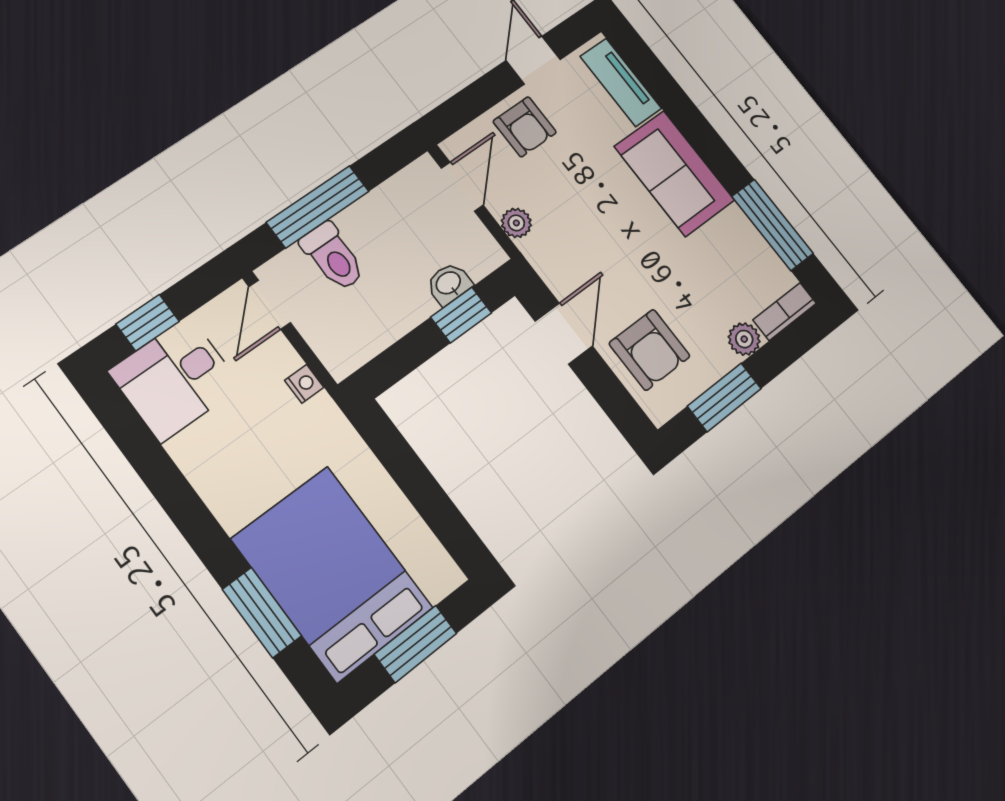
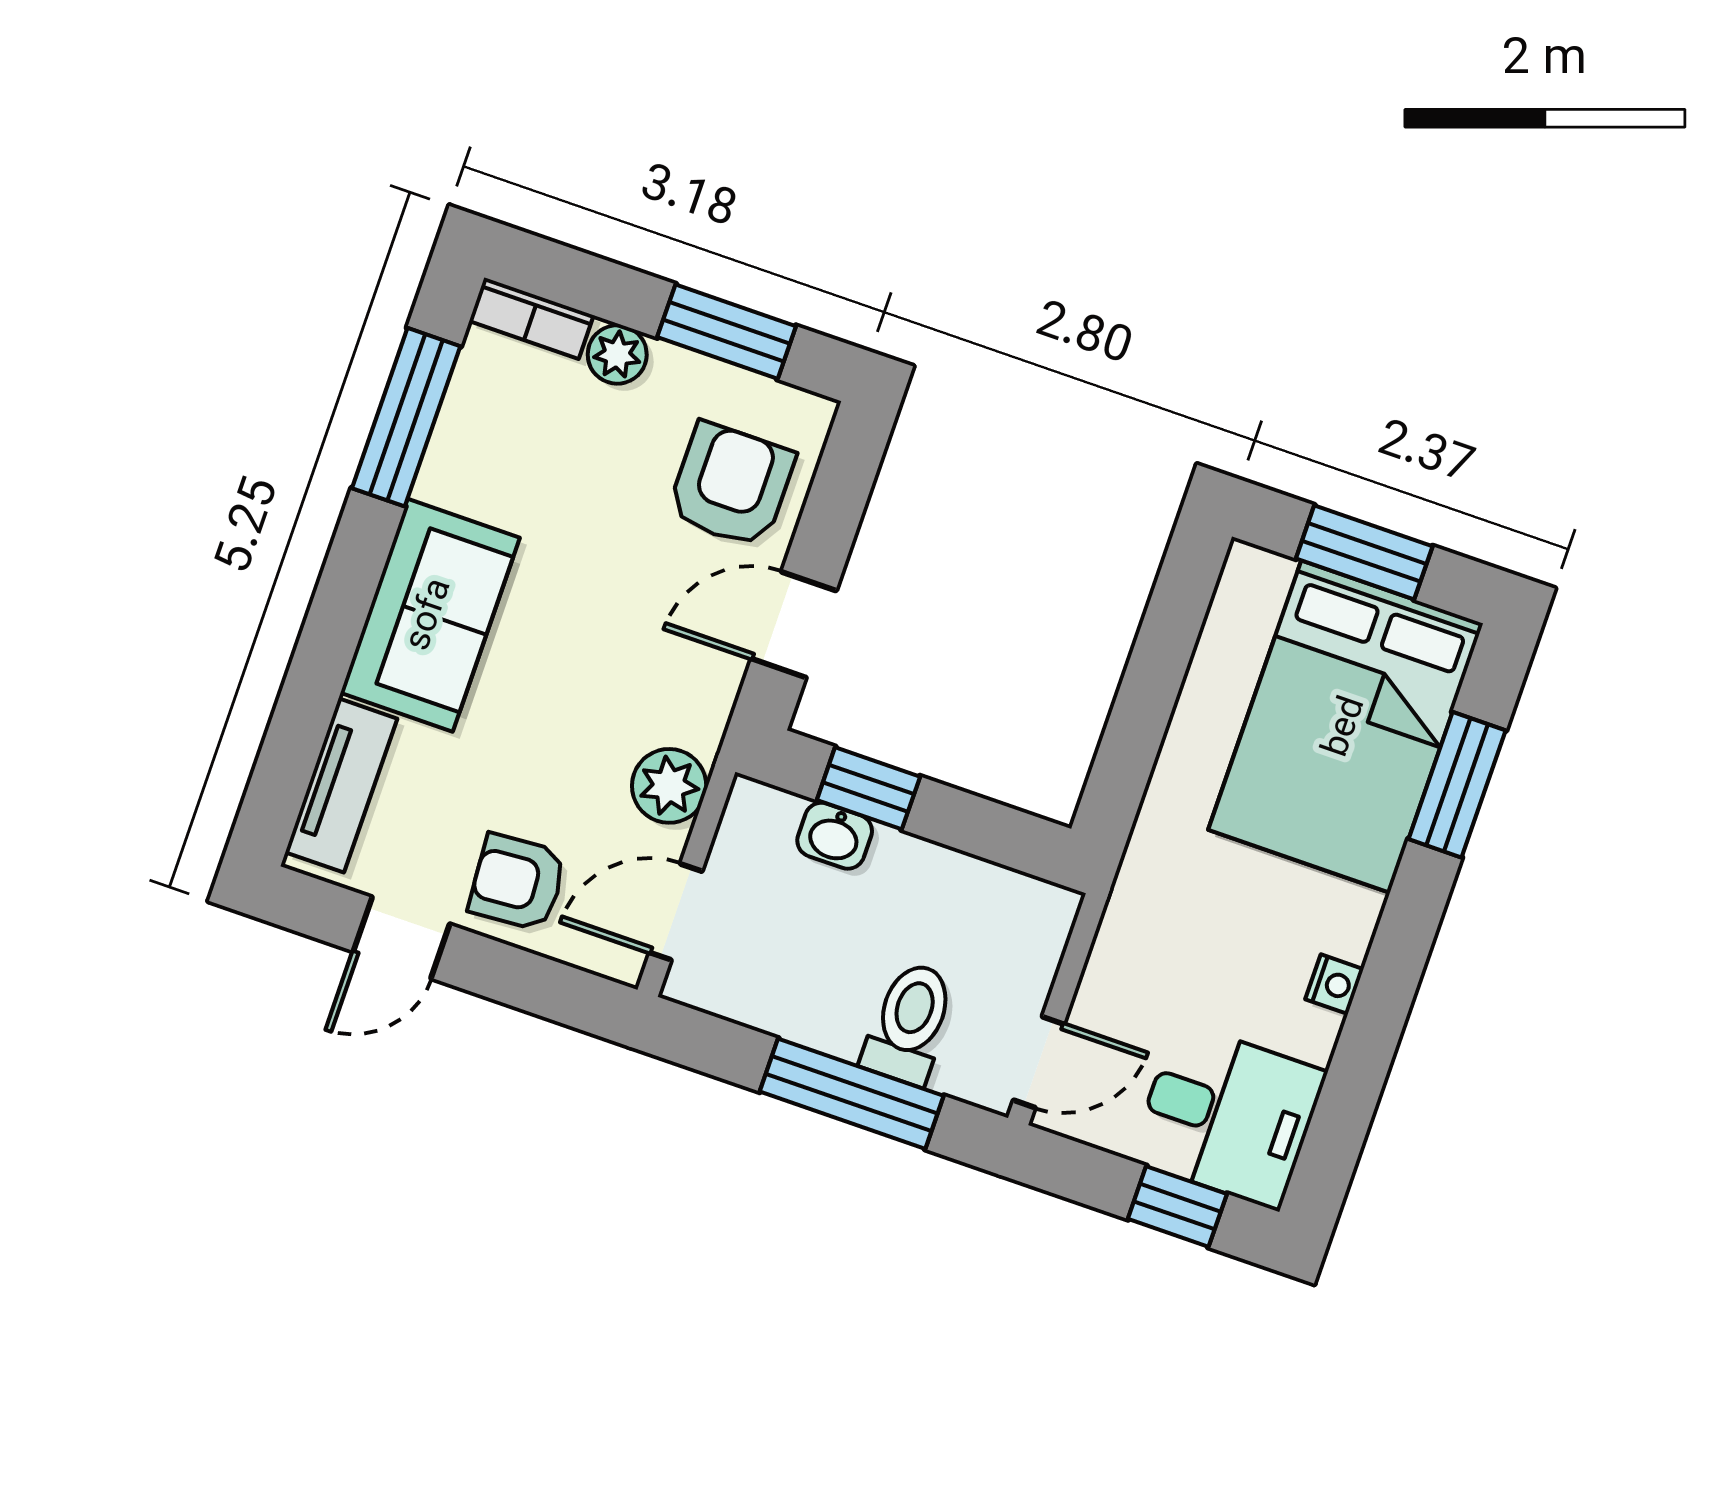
armchair: (525, 127) -> (517, 882), turned -94
plant: (516, 223) -> (669, 786), width x1.38, depth x1.38
nightstand: (304, 384) -> (1334, 984), moved, turned 180

